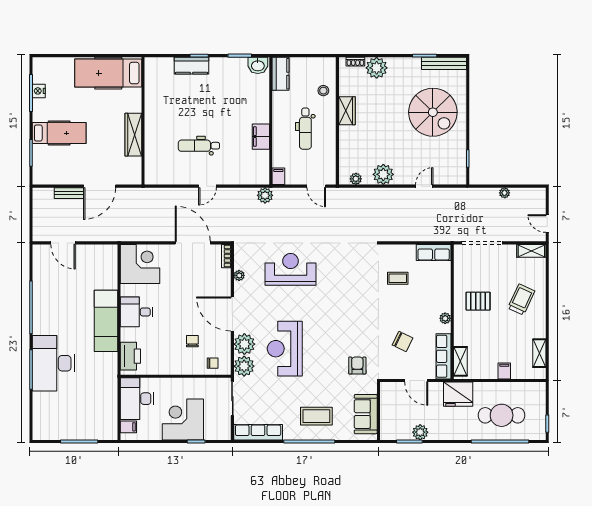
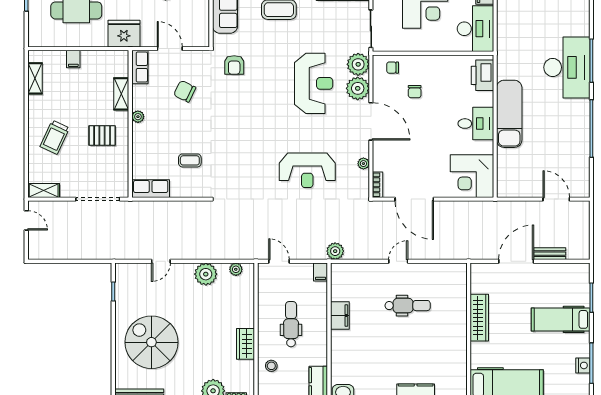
plant: (505, 193) -> (73, 254), removed
row of seats: (443, 356) -> (140, 67), width x0.68
shelving: (460, 361) -> (121, 94), moved

